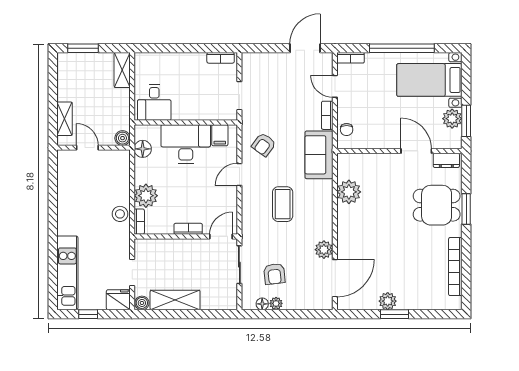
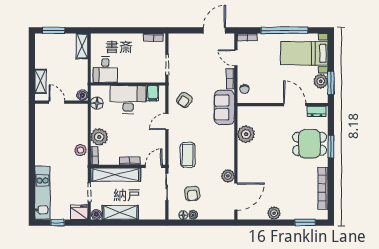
coffee table: (283, 204) -> (188, 155), moved
shelving: (168, 248) -> (116, 175), added
window: (394, 314) -> (305, 223), moved

